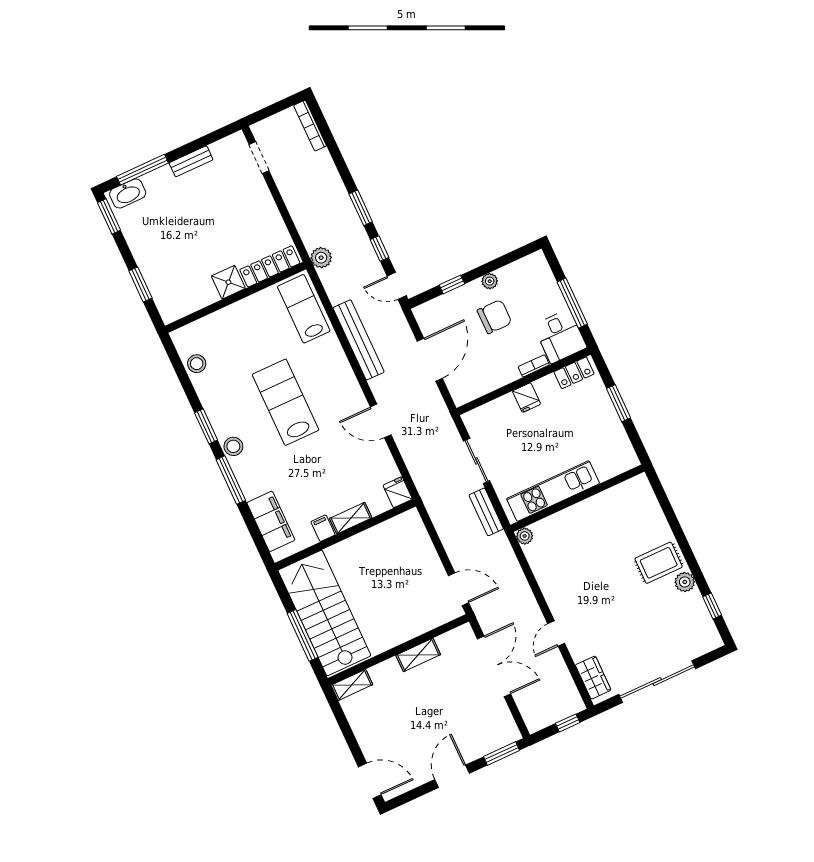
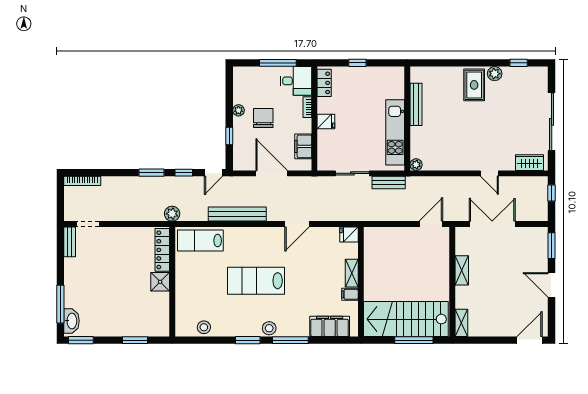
bench: (191, 161) -> (70, 242), moved
filing cabinet: (482, 384) -> (303, 146), added
window: (618, 403) -> (357, 63), width x0.67
bench: (600, 501) -> (416, 104), added

